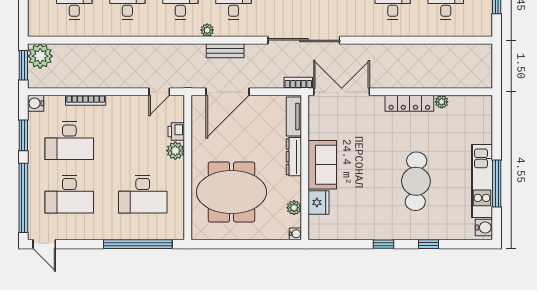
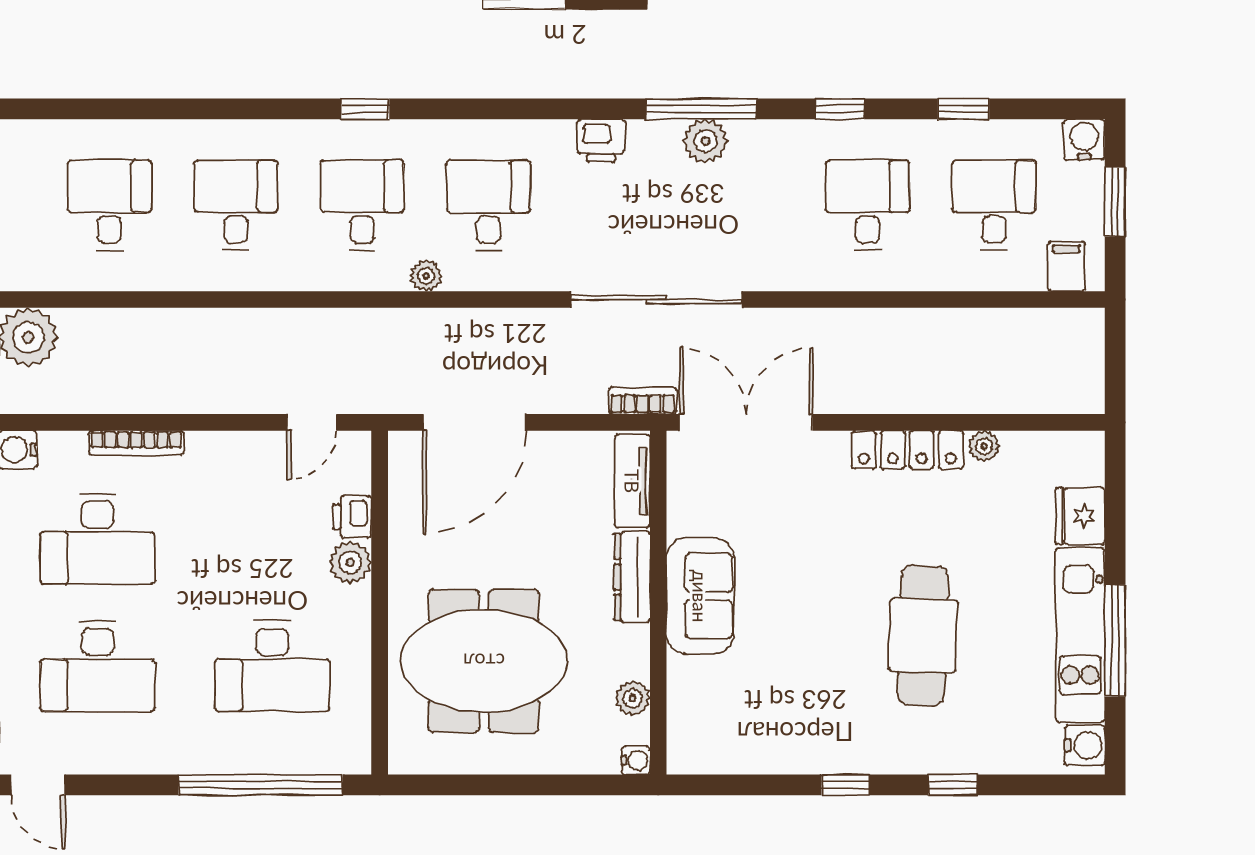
filing cabinet: (476, 26) -> (1066, 266), added
bench: (225, 51) -> (469, 325), removed
fridge: (319, 202) -> (1080, 516), moved, turned 180

